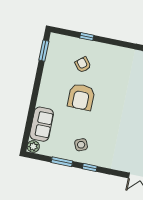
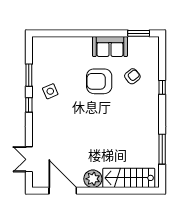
window: (87, 37) -> (162, 87), moved
sofa: (42, 124) -> (110, 47), moved
plant: (33, 146) -> (38, 43), removed

